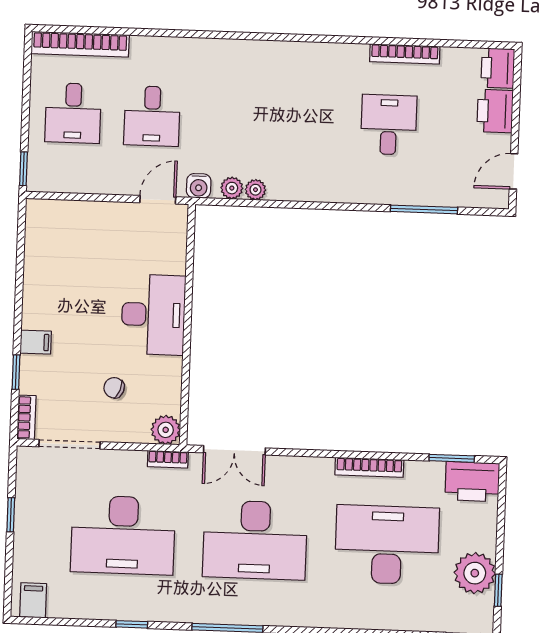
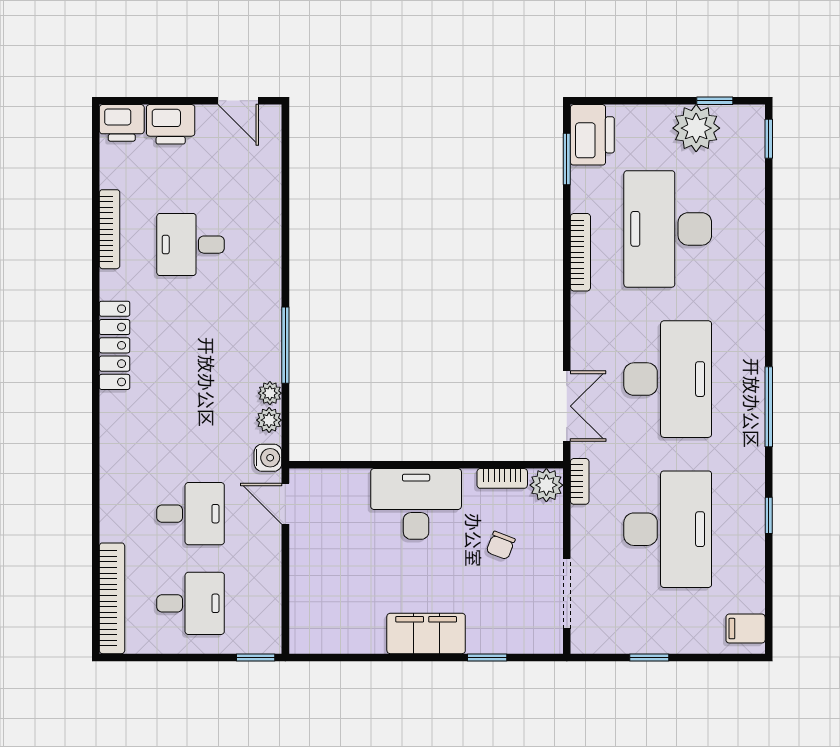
locker: (302, 55) -> (115, 345), added
window: (424, 209) -> (285, 345), moved
filing cabinet: (36, 342) -> (426, 633), width x3.00, depth x1.17
bookcase: (26, 417) -> (502, 478), moved, turned 180

